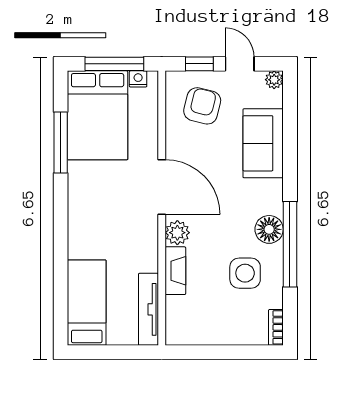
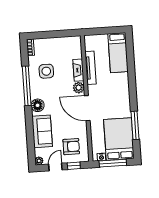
door: (240, 64) -> (55, 167), swing flipped
armchair: (202, 106) -> (71, 147), turned -104
floor lamp: (269, 229) -> (38, 105), moved
tv unit: (148, 309) -> (91, 68), moved

